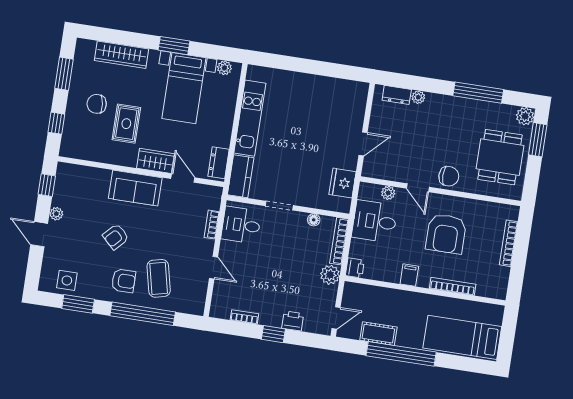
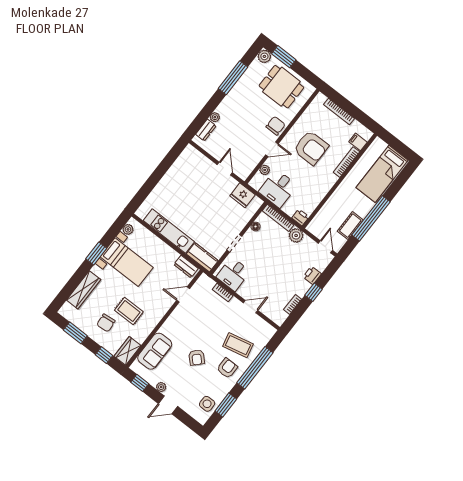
wardrobe: (155, 161) -> (127, 351), moved
sofa: (135, 188) -> (155, 351), moved
filing cabinet: (409, 275) -> (358, 142), moved

